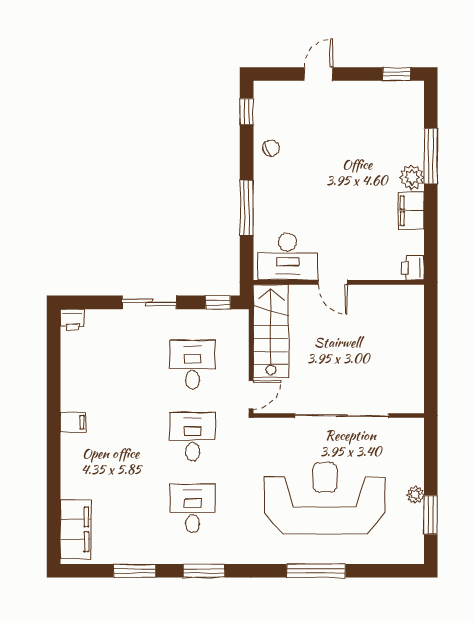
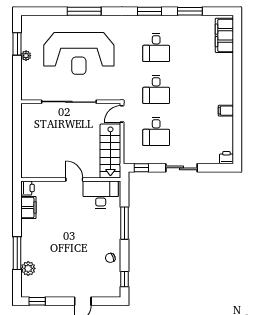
plant: (412, 177) -> (28, 268), moved
filing cabinet: (411, 211) -> (28, 207), moved
filing cabinet: (73, 422) -> (226, 111), moved

